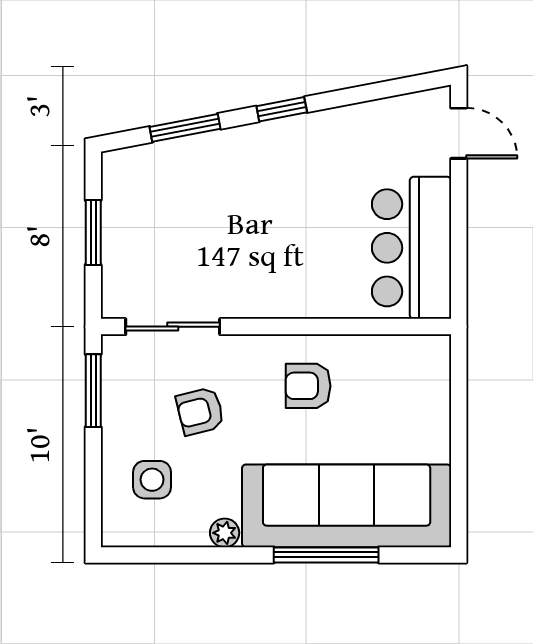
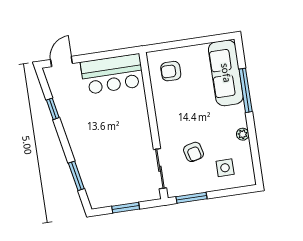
window: (282, 109) -> (53, 109), moved
armchair: (308, 386) -> (171, 71), moved, turned 90
sofa: (347, 506) -> (226, 73), width x0.74, depth x0.79

